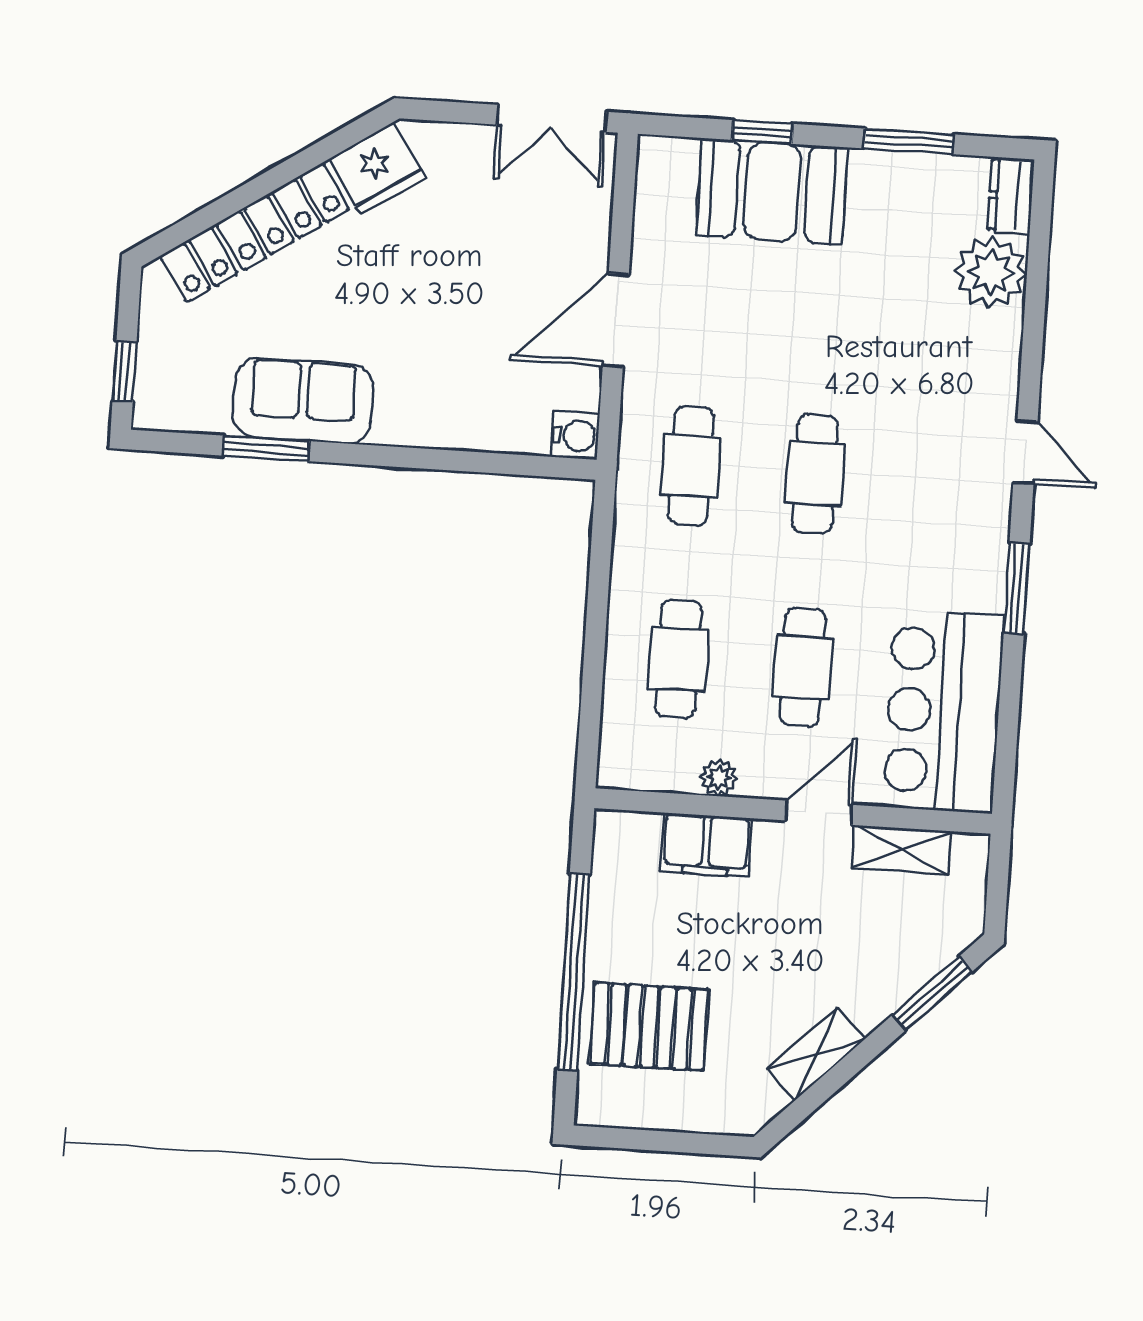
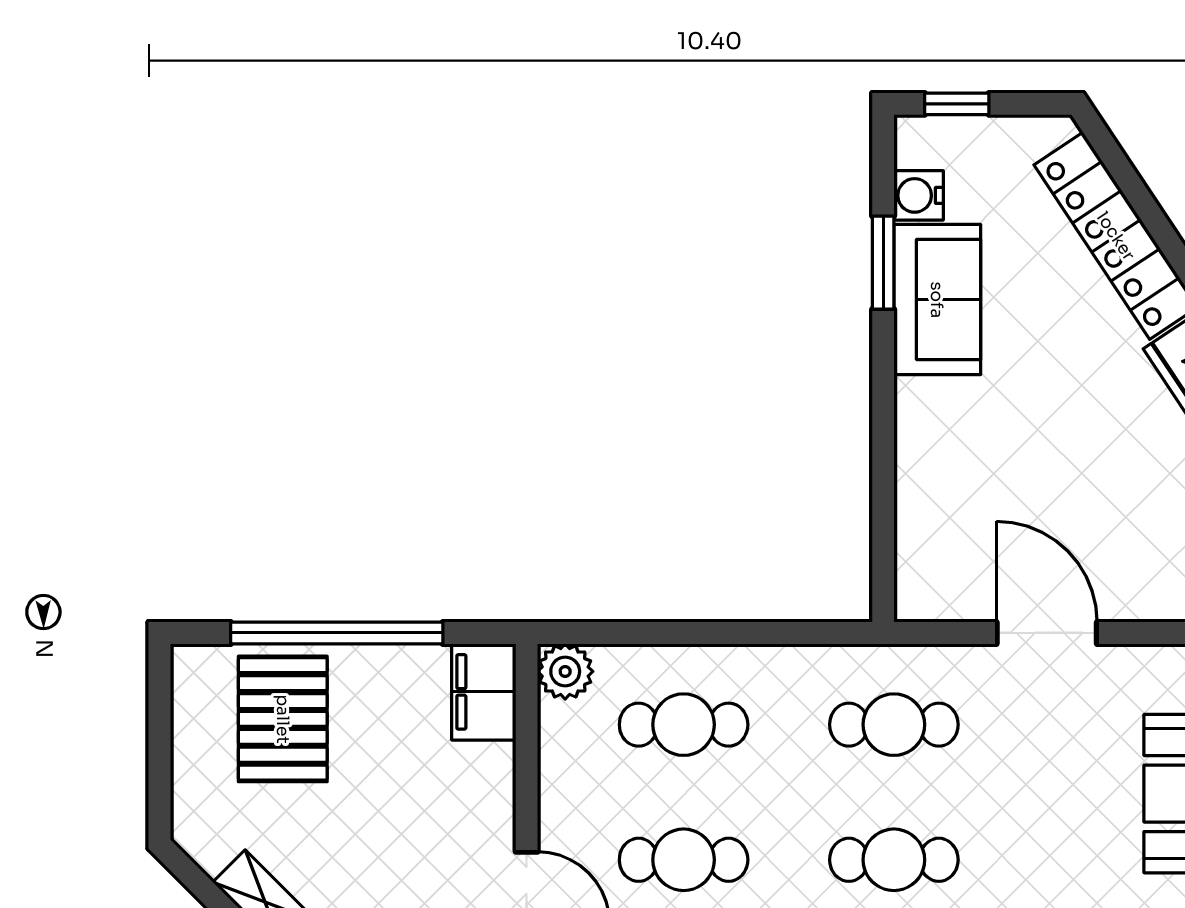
water cooler: (576, 436) -> (919, 195), moved, turned 90
plant: (719, 778) -> (565, 671), moved, width x1.38, depth x1.38
filing cabinet: (706, 845) -> (484, 692), moved

